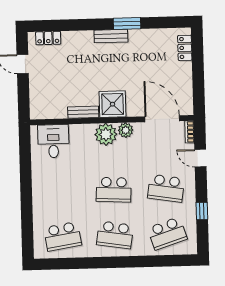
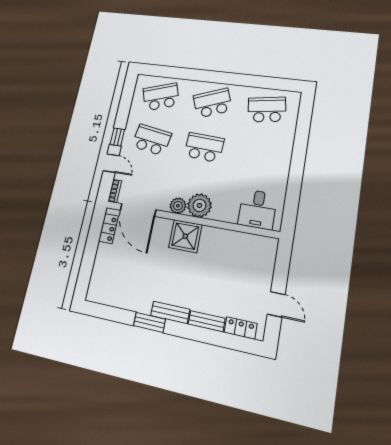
locker: (185, 48) -> (108, 229), moved
bench: (83, 112) -> (207, 321), moved
window: (202, 211) -> (117, 137), moved
school desk: (115, 235) -> (213, 103), turned -30

